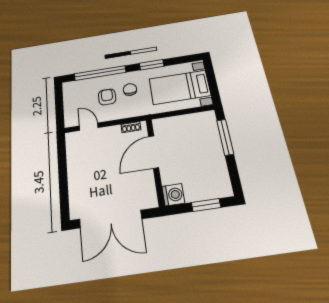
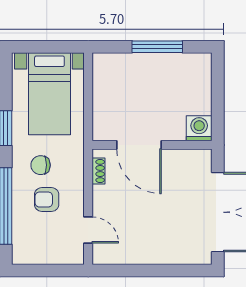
door: (89, 127) -> (88, 230), swing flipped
window: (225, 137) -> (157, 47), moved
window: (206, 205) -> (218, 90), removed

